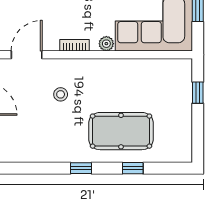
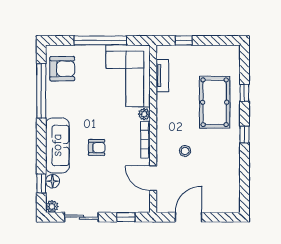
bookcase: (75, 45) -> (146, 140), width x1.56
tv unit: (154, 66) -> (162, 76), added

